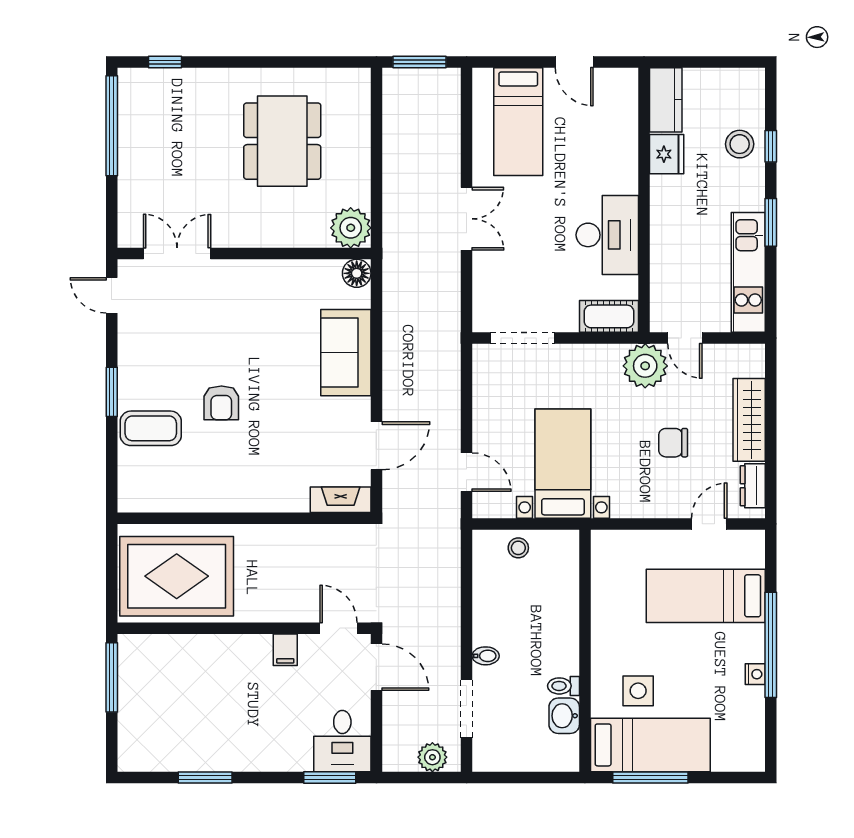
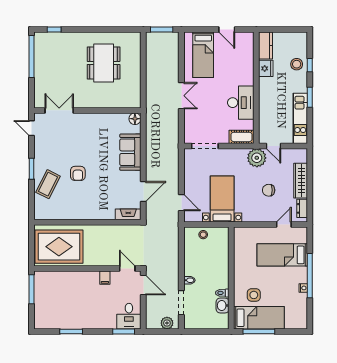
plant: (351, 228) -> (132, 100), removed
coffee table: (151, 428) -> (48, 184), turned -63

